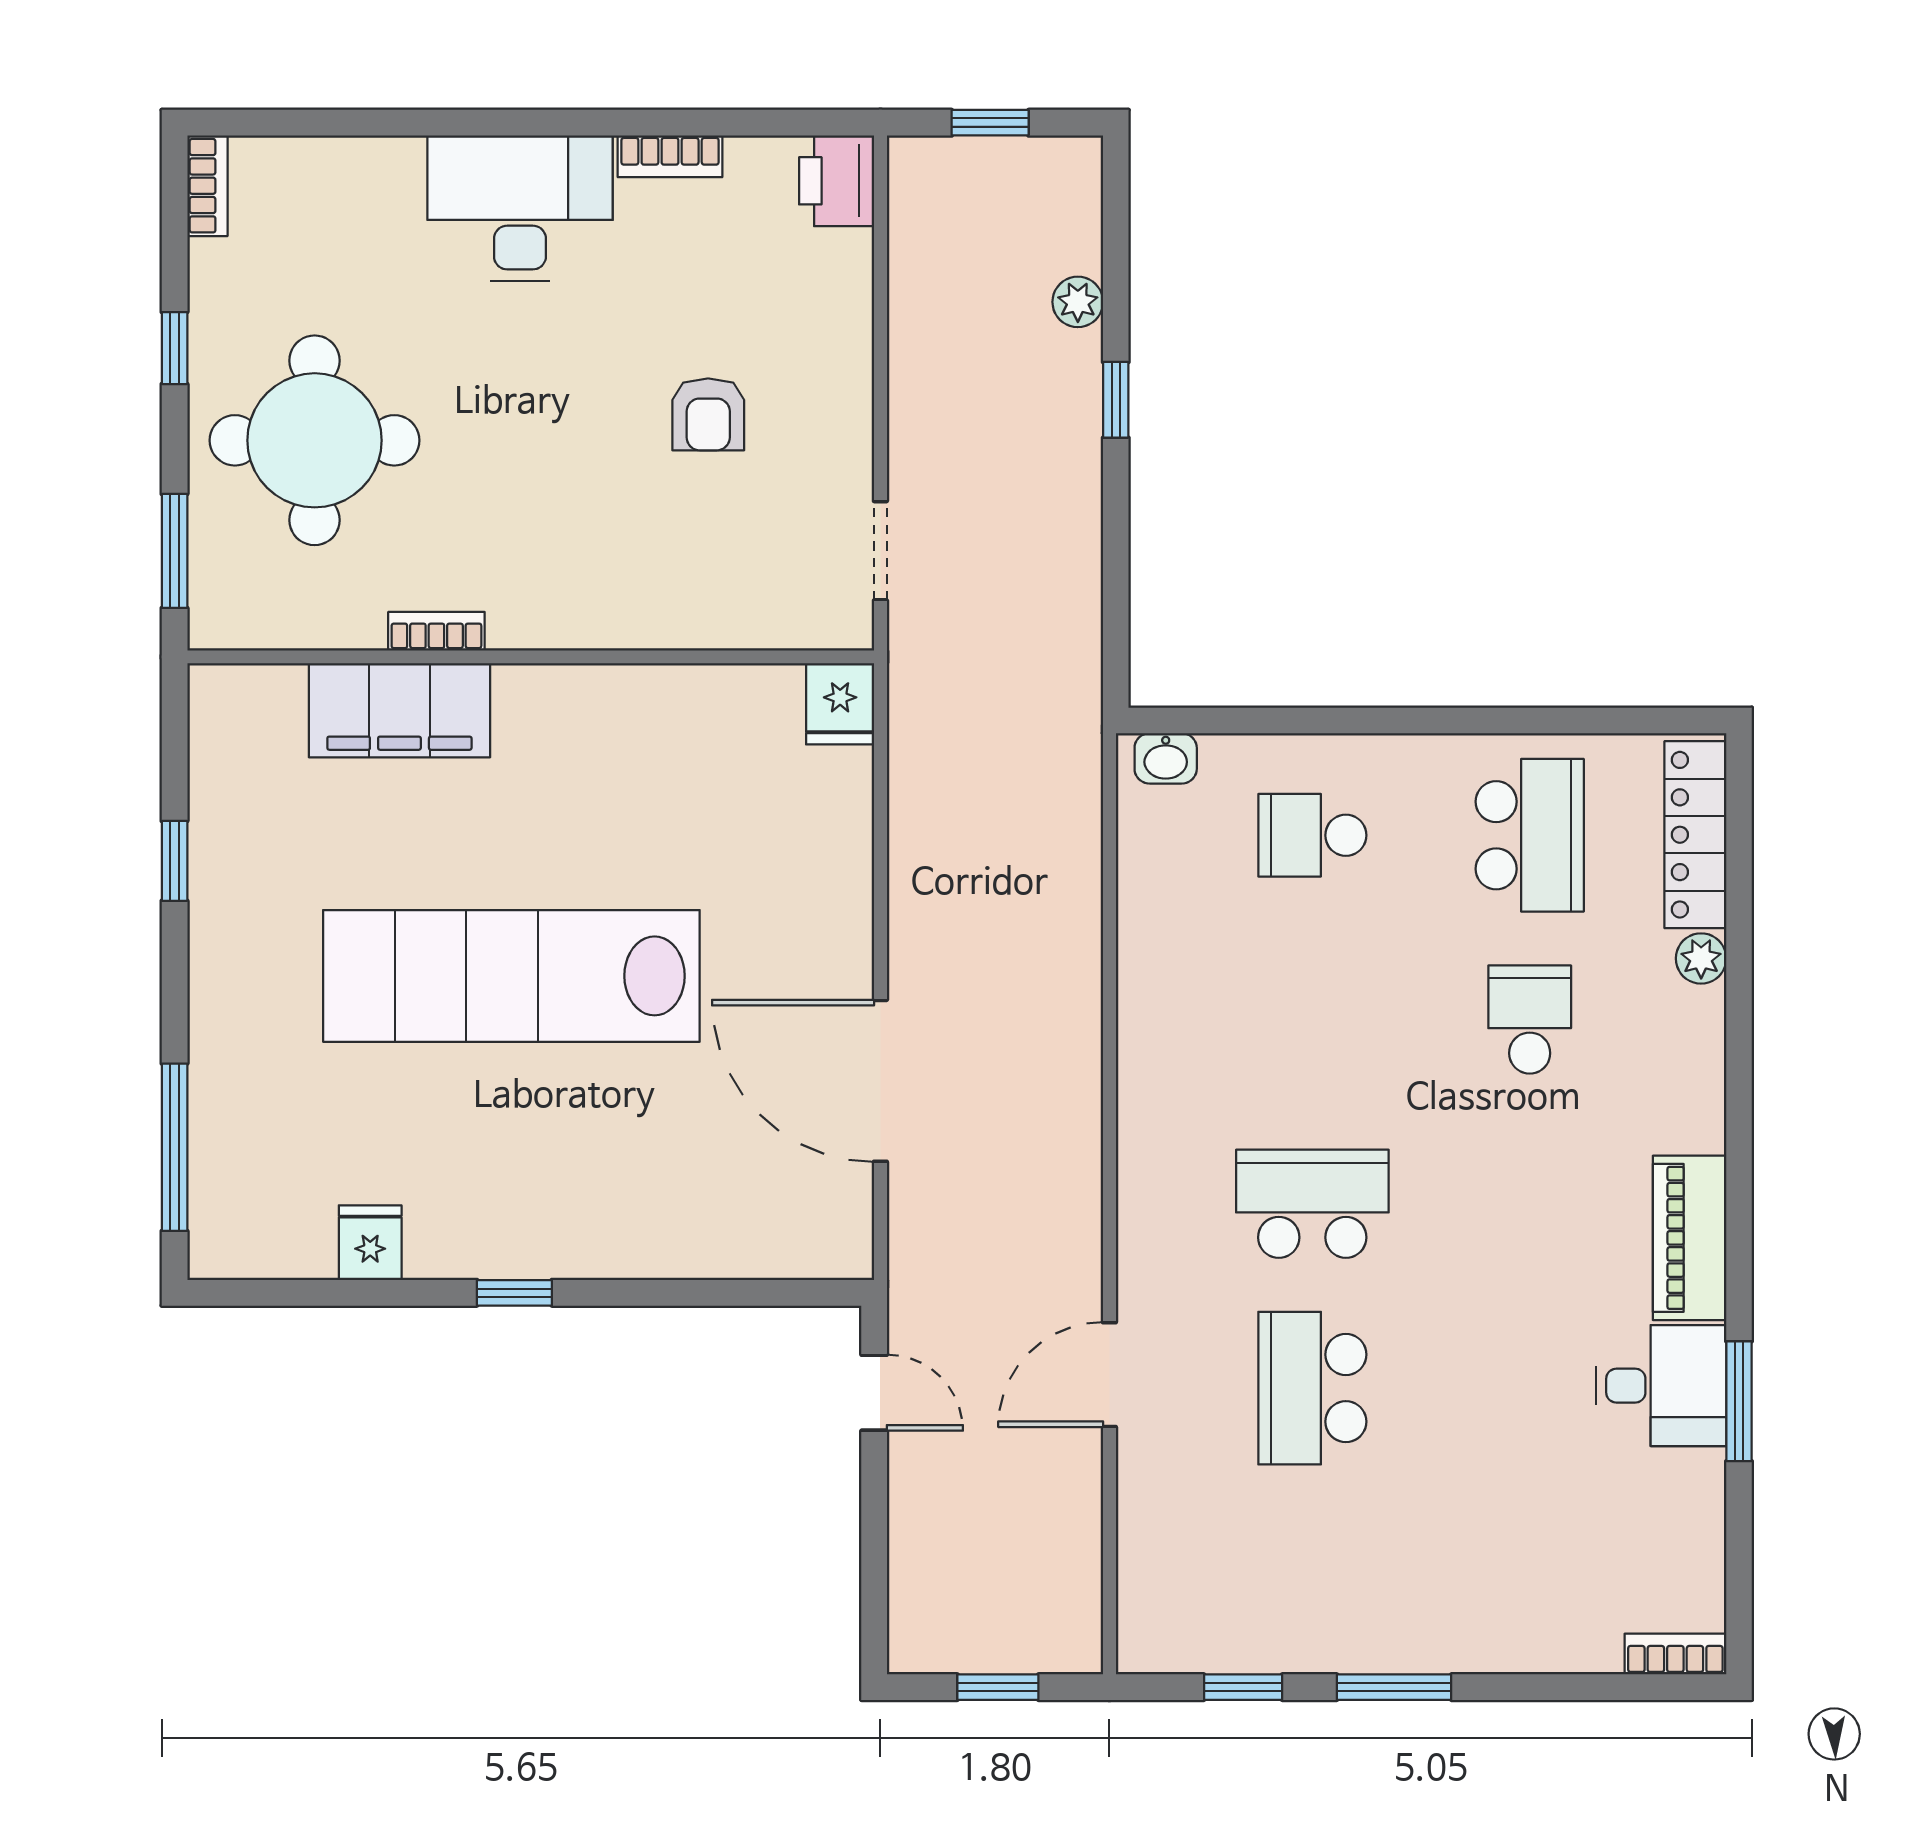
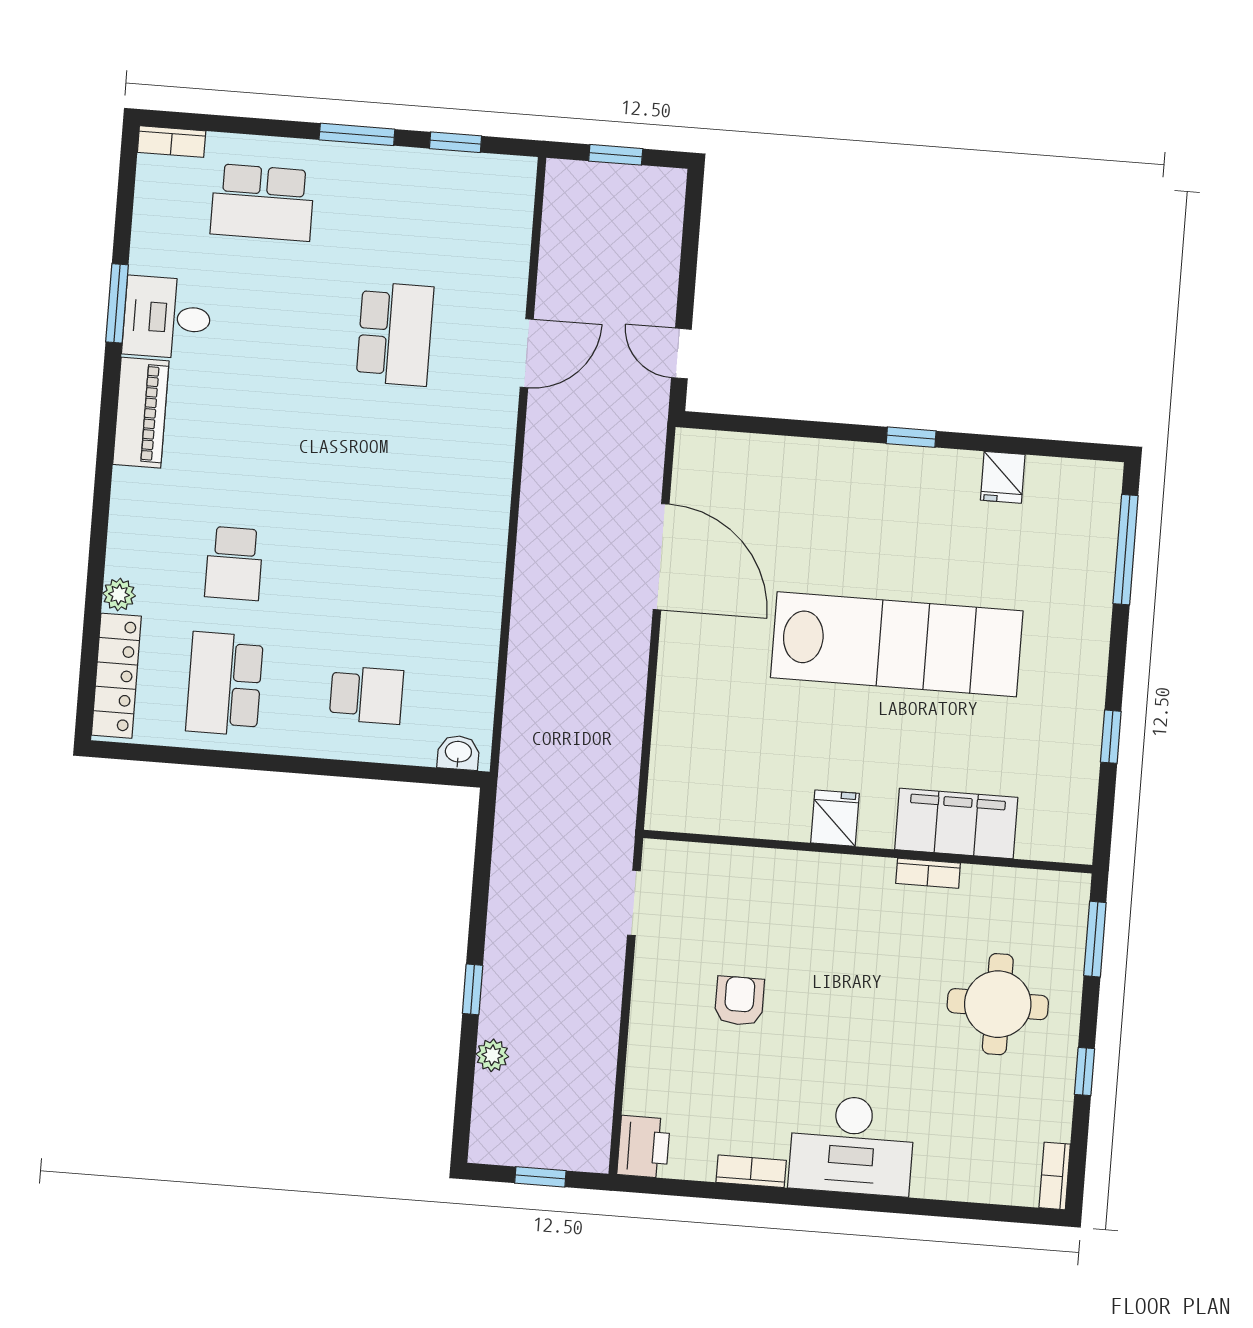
round table: (315, 440) -> (998, 1004), width x0.73, depth x0.73
fridge: (840, 704) -> (835, 818), moved
school desk: (1312, 1204) -> (262, 202), moved

